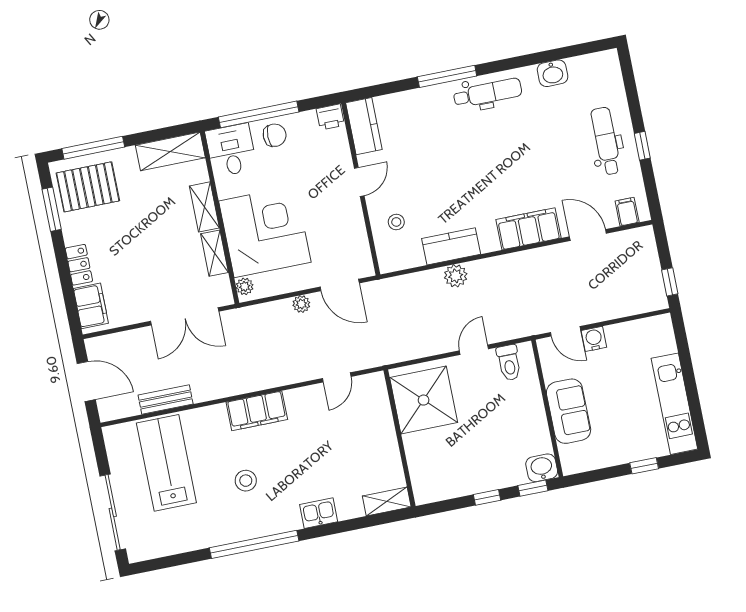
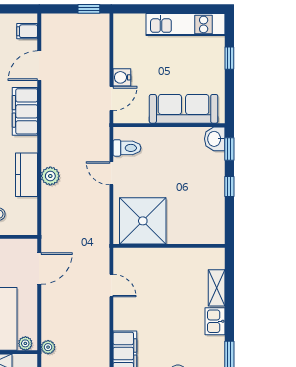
plant: (301, 304) -> (48, 347), moved
sofa: (569, 411) -> (184, 109), width x1.36
shelving: (387, 501) -> (217, 288), moved

